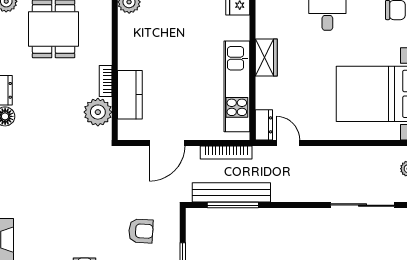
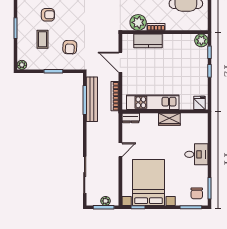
door: (288, 143) -> (120, 150), moved

